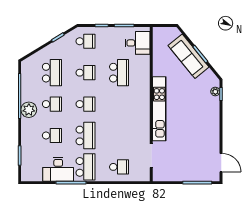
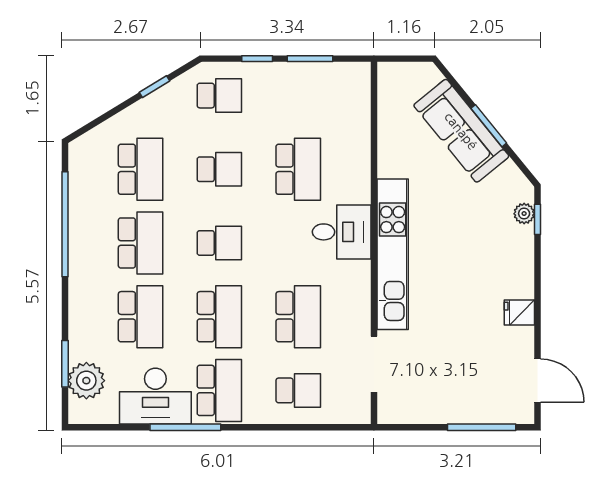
desk: (138, 43) -> (342, 232), moved
school desk: (52, 104) -> (141, 243), width x1.85
plant: (29, 110) -> (86, 381), moved
fridge: (213, 134) -> (519, 313), added
school desk: (52, 135) -> (141, 317), width x1.85
school desk: (119, 135) -> (298, 317), added

